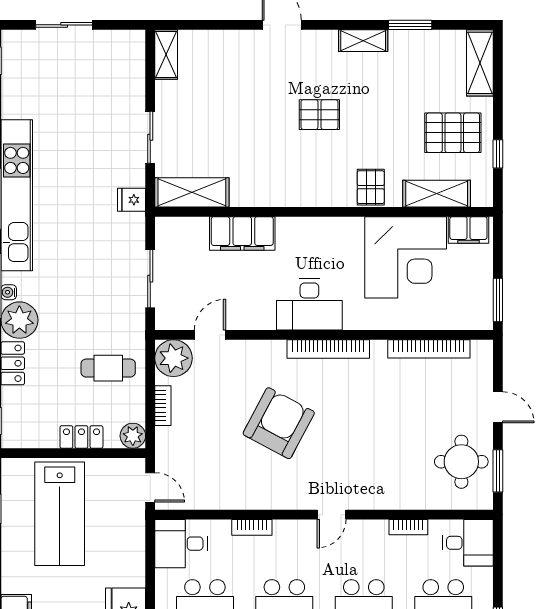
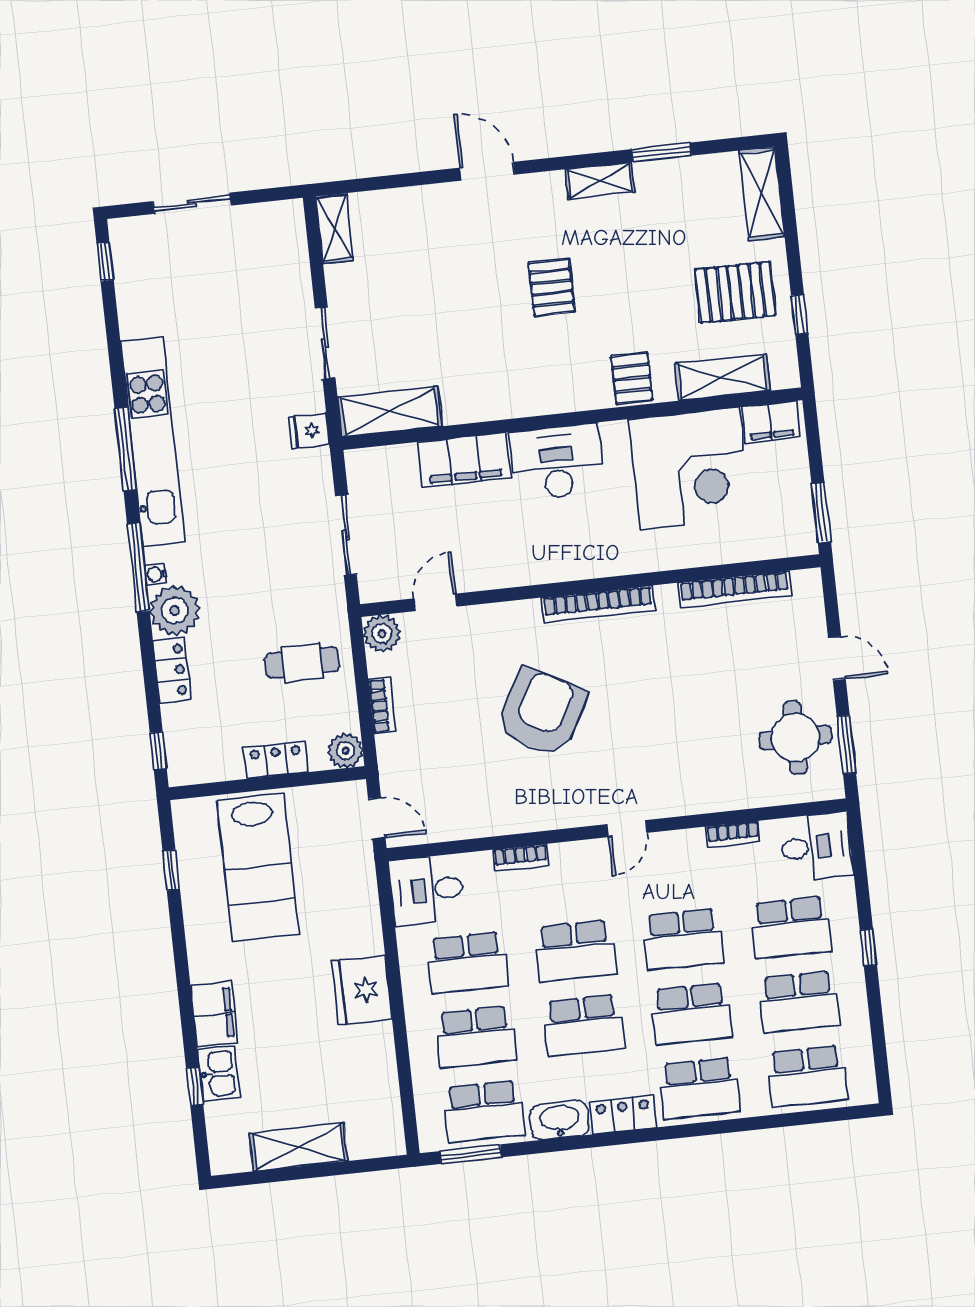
pallet: (319, 115) -> (552, 287), turned 90
desk: (309, 304) -> (557, 462), moved, turned 180
plant: (173, 358) -> (382, 633), width x0.73, depth x0.73

